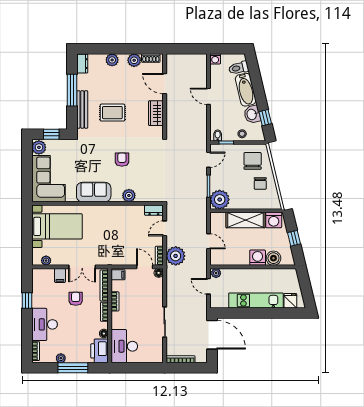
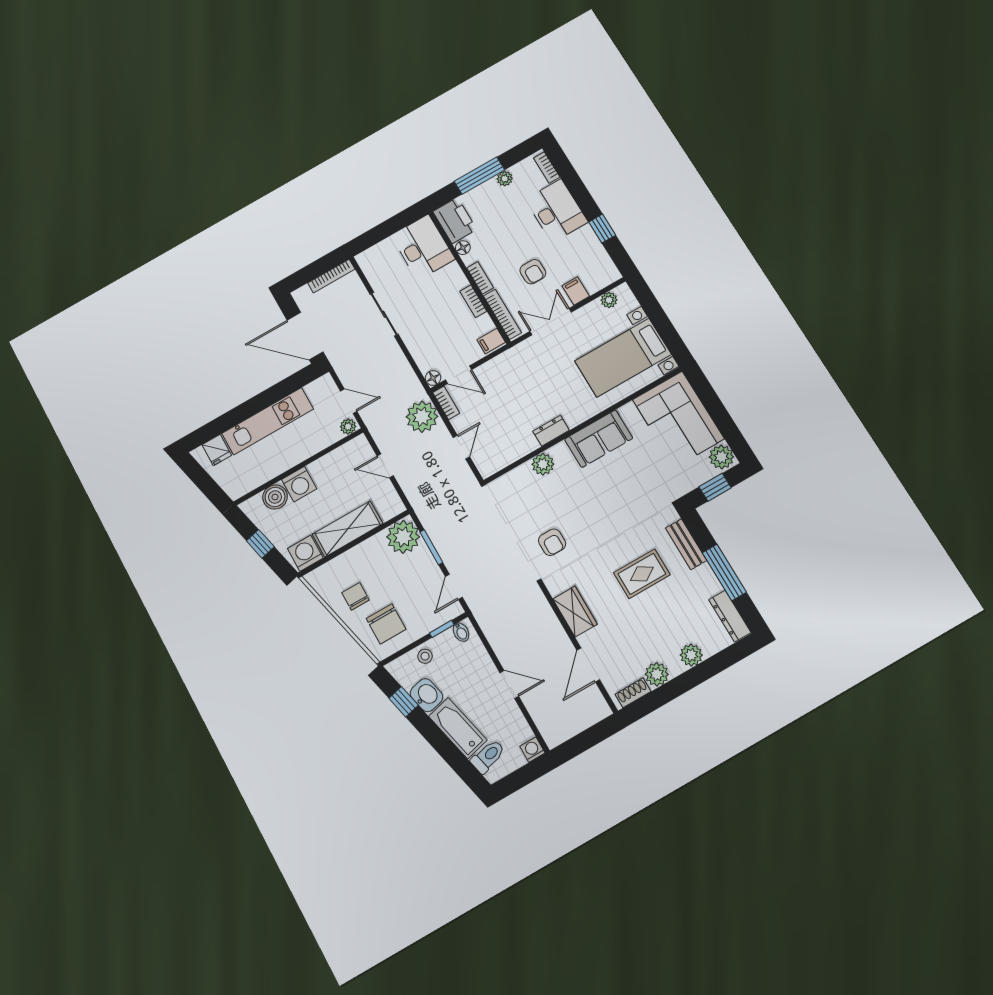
dresser: (82, 64) -> (730, 616), width x1.44
door: (165, 84) -> (588, 665), swing flipped
bench: (82, 109) -> (686, 544), width x0.73
armchair: (122, 160) -> (552, 542), moved
dresser: (154, 210) -> (551, 431), moved

